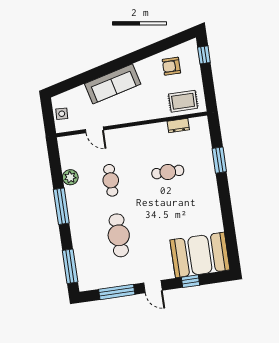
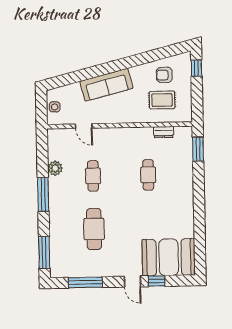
rug: (183, 101) -> (162, 100), moved
window: (219, 160) -> (198, 149), moved
cafe table: (168, 172) -> (148, 175), turned 90
door: (153, 287) -> (132, 282), moved

